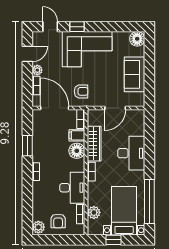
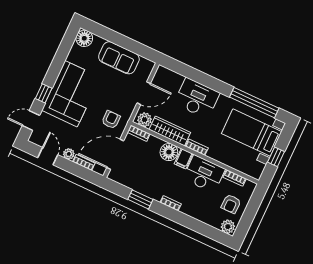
door: (115, 108) -> (144, 93), hinge flipped
filing cabinet: (77, 135) -> (184, 159), moved
plant: (94, 212) -> (145, 120), moved
armchair: (58, 221) -> (231, 204), turned 90

